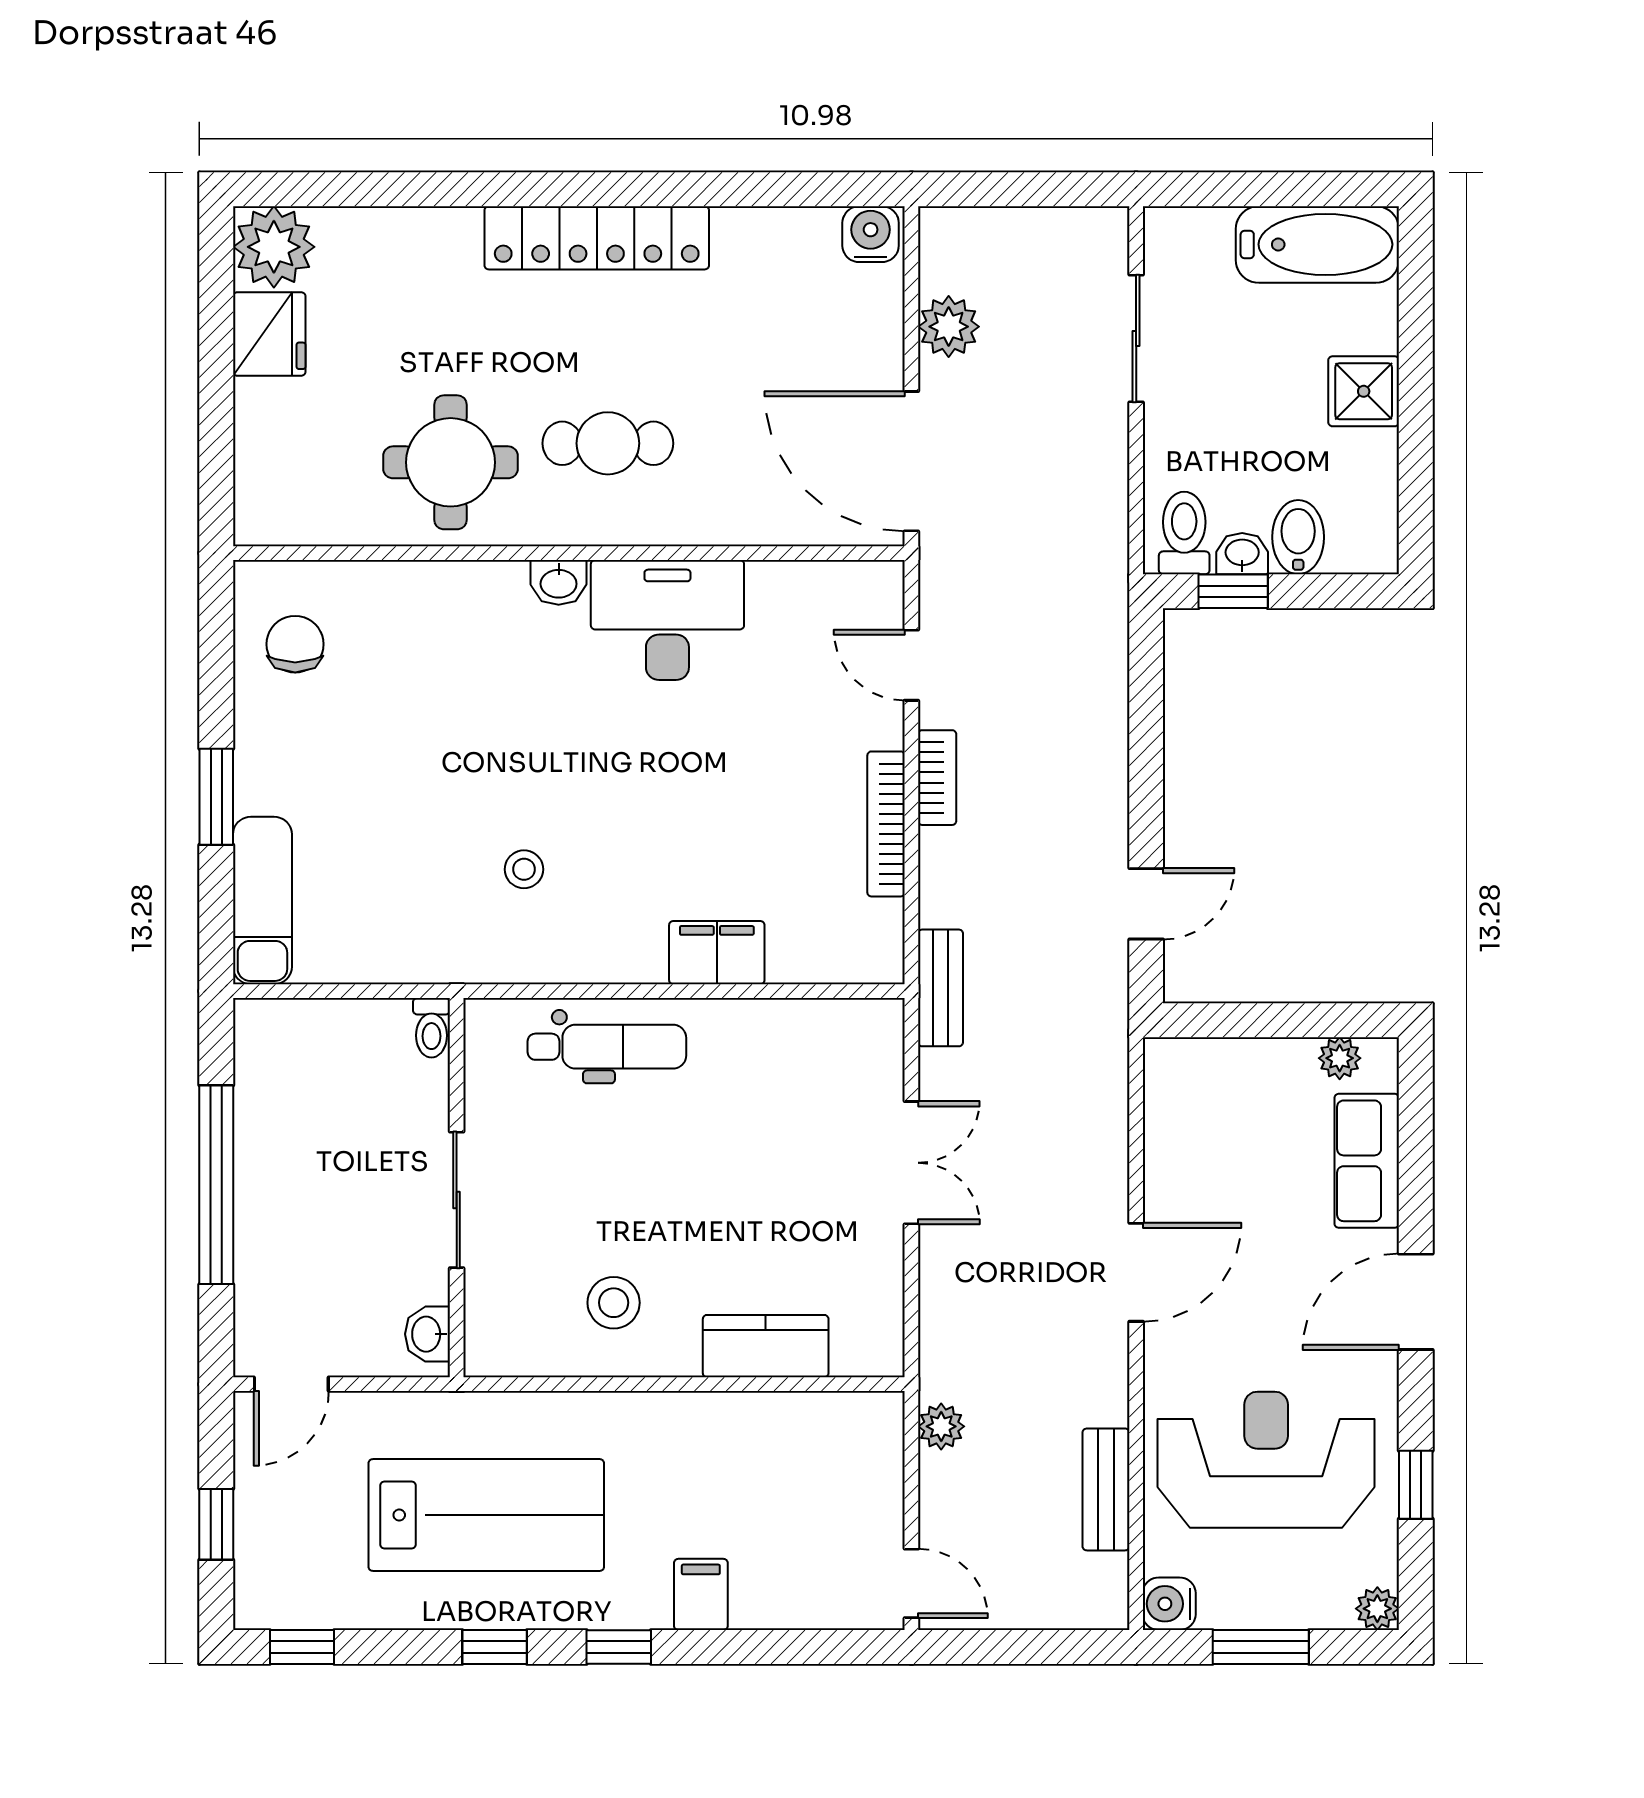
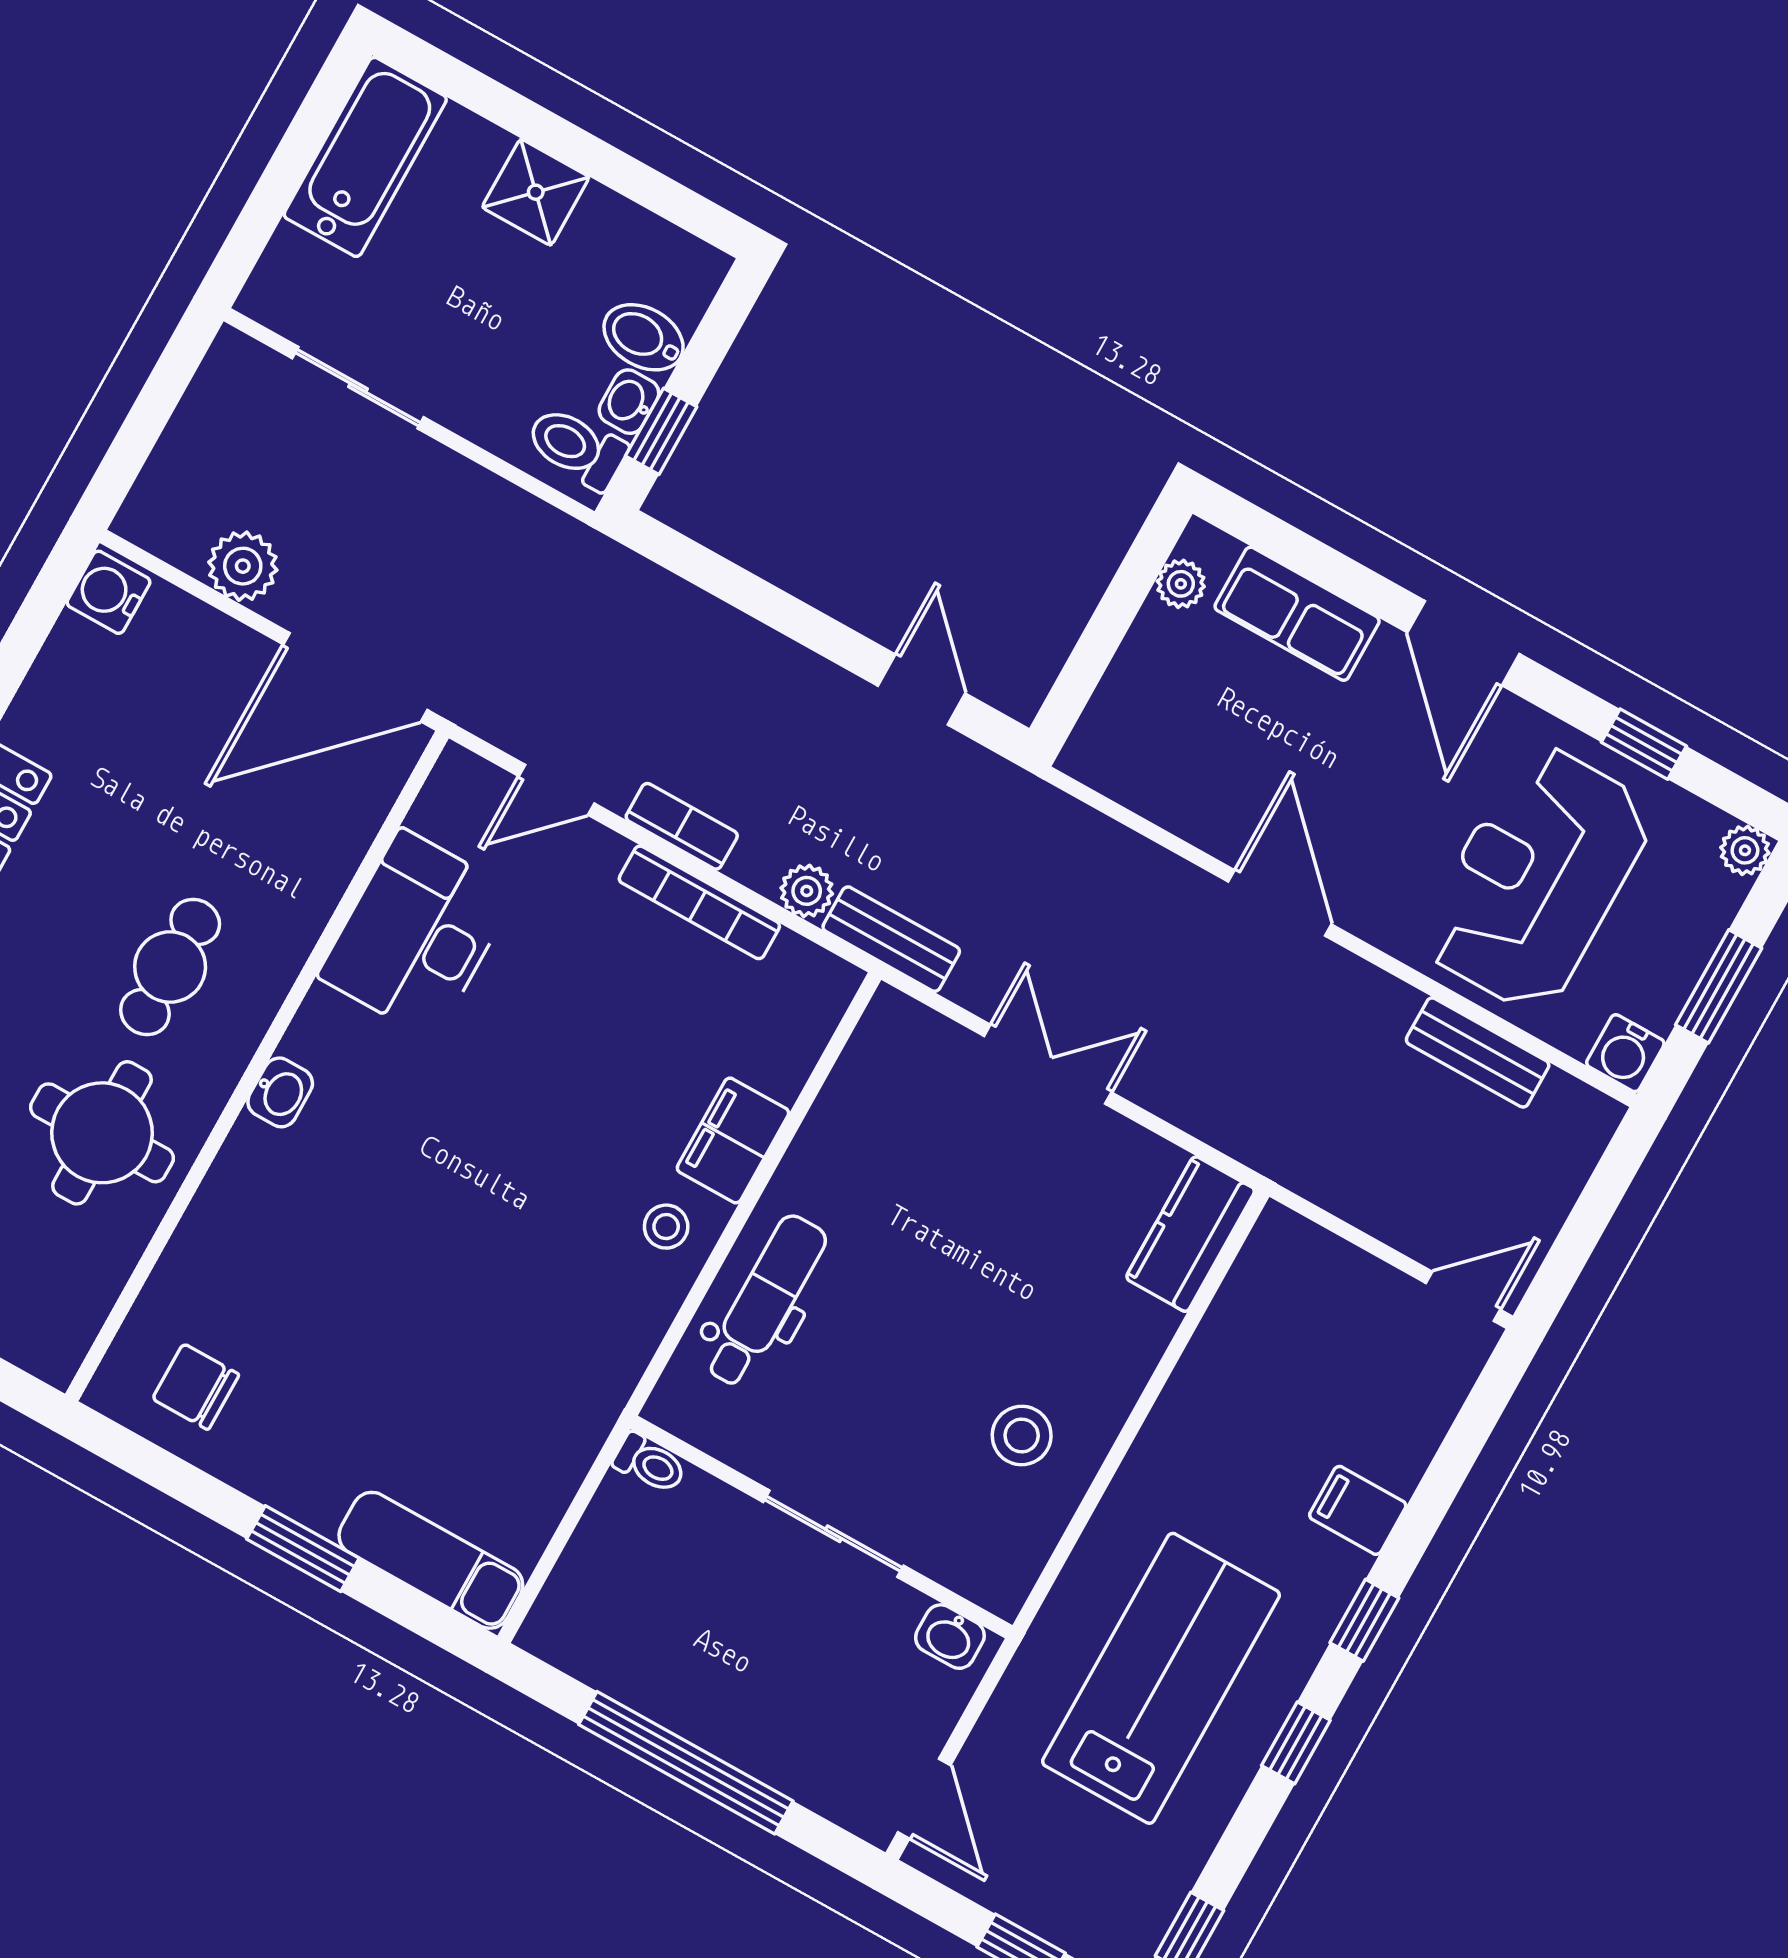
desk: (667, 620) -> (417, 934), moved
stool: (524, 869) -> (666, 1227), moved
kitchen counter: (766, 1346) -> (1190, 1234), moved
plant: (941, 1426) -> (807, 891), moved

